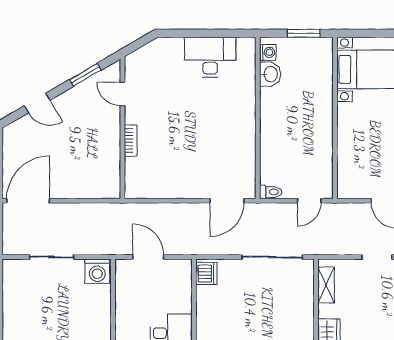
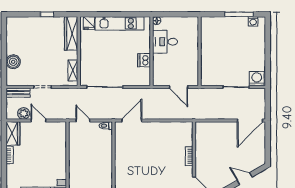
door: (309, 201) -> (83, 121), hinge flipped
washing machine: (97, 271) -> (257, 79), moved
dishwasher: (206, 274) -> (144, 60), moved

